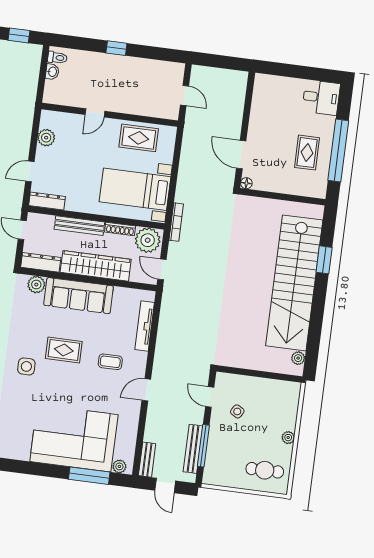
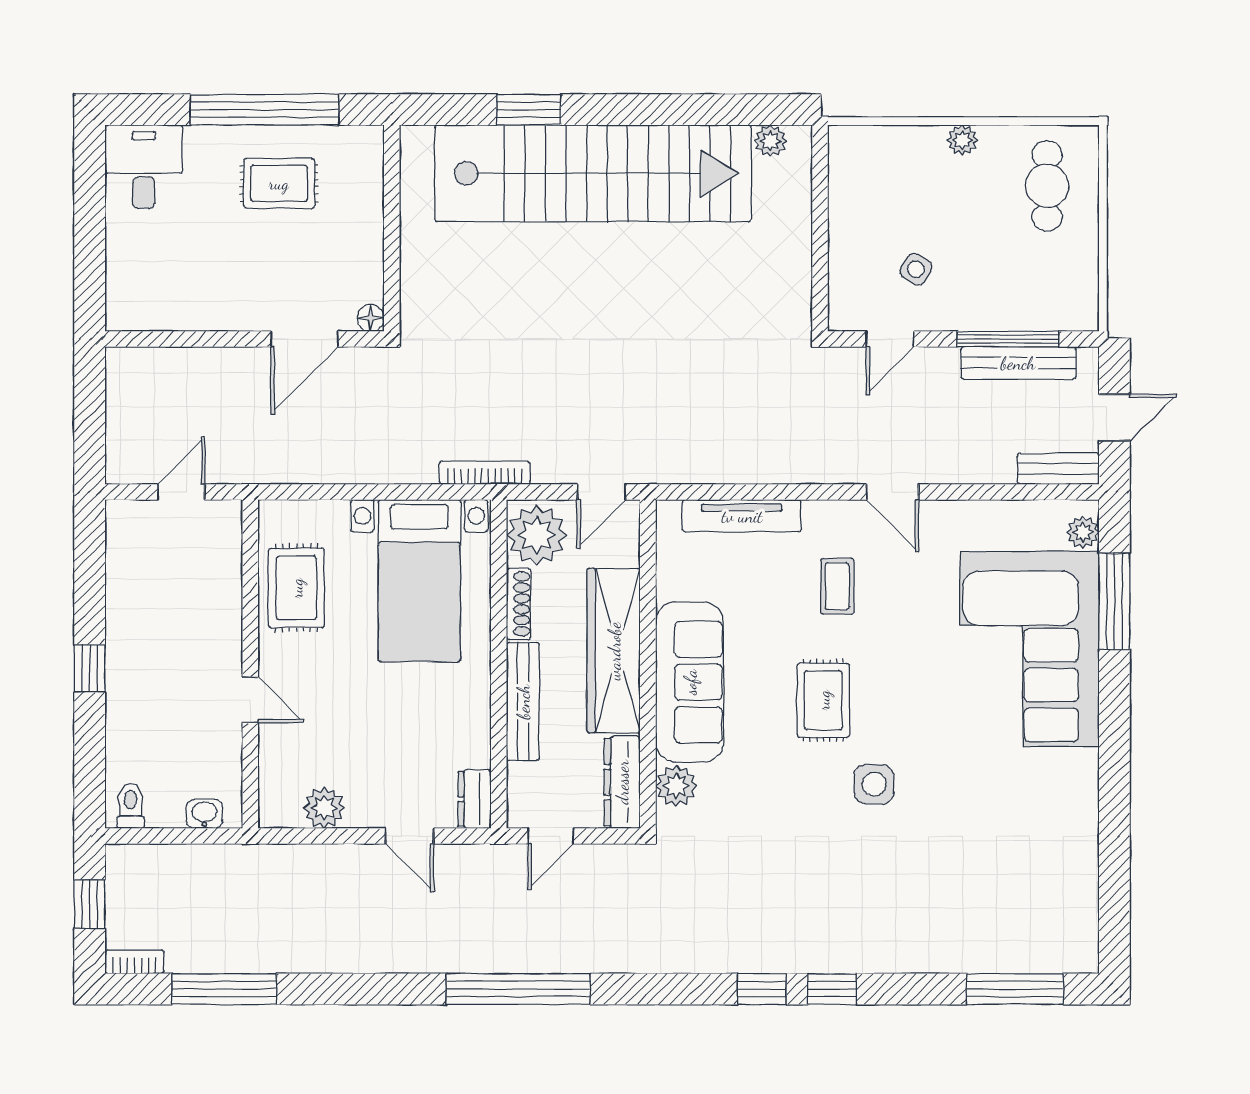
washbasin: (52, 72) -> (204, 814), moved
dresser: (47, 201) -> (475, 799), width x0.70

